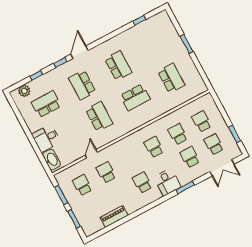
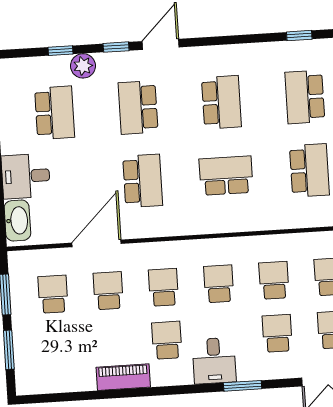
school desk: (154, 46) -> (305, 97), added
plant: (24, 91) -> (83, 66), moved
school desk: (135, 97) -> (226, 176), turned 180
school desk: (46, 104) -> (55, 113), turned 90
door: (91, 154) -> (97, 243), width x1.88
school desk: (130, 160) -> (163, 287), added
piano: (114, 216) -> (123, 377), moved

